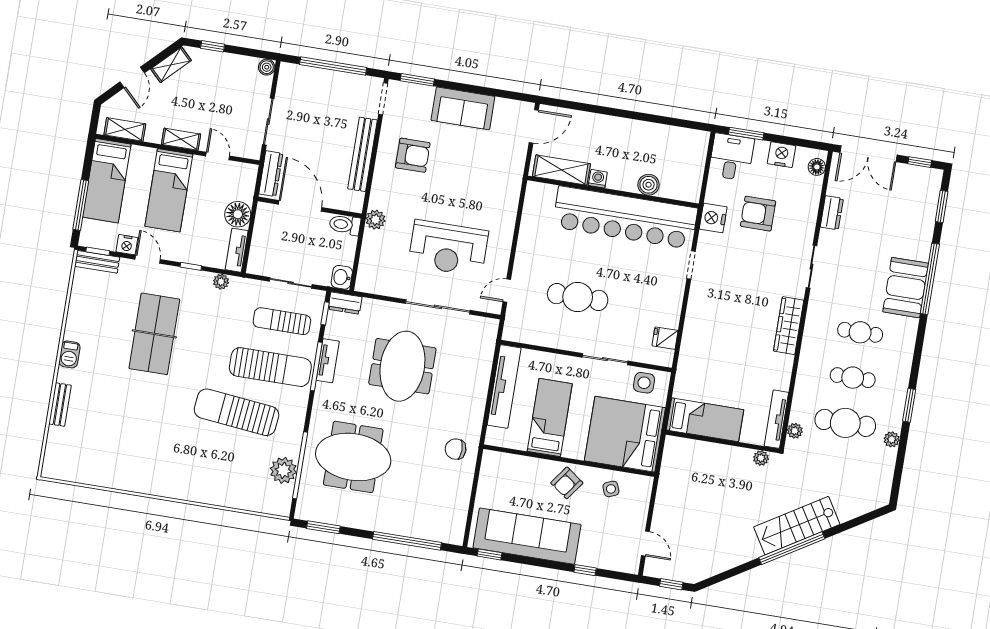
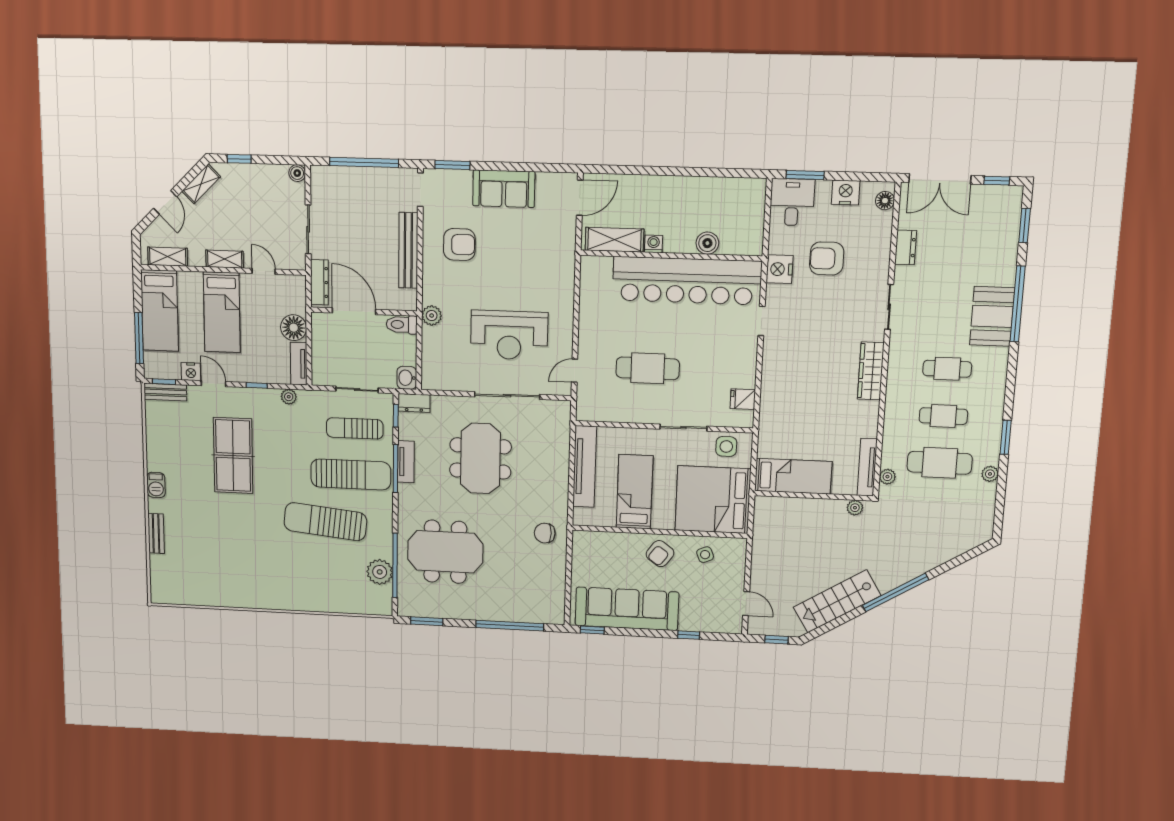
stairs: (797, 526) -> (837, 601), moved

